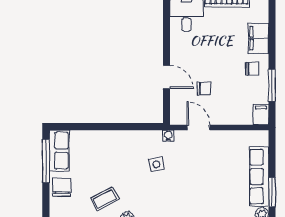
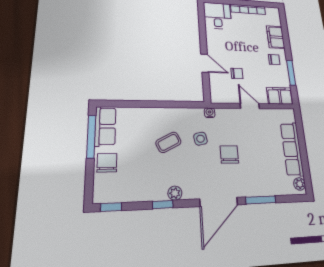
filing cabinet: (261, 115) -> (280, 96), width x2.00
door: (198, 127) -> (250, 106), moved
chair: (187, 181) -> (229, 154), added
window: (272, 192) -> (305, 163), removed
coffee table: (105, 199) -> (168, 142), moved

